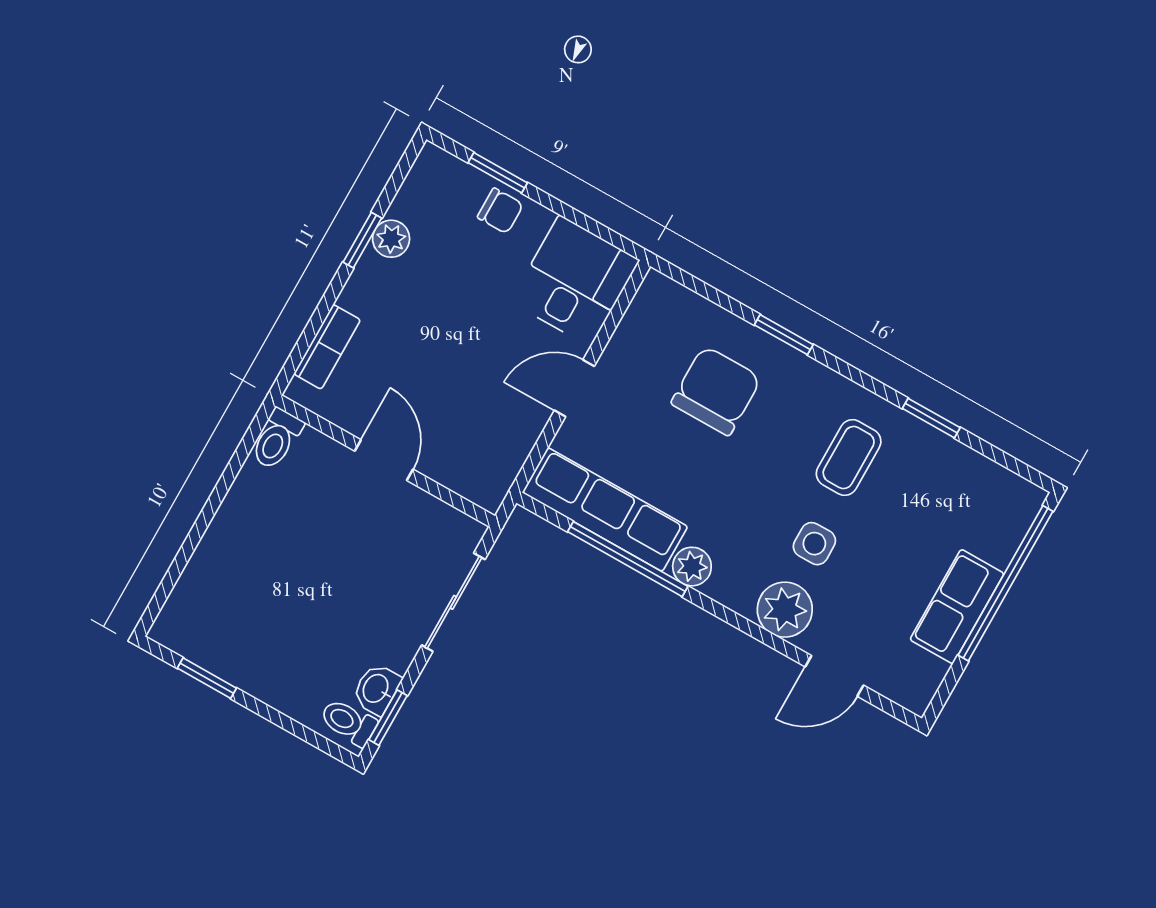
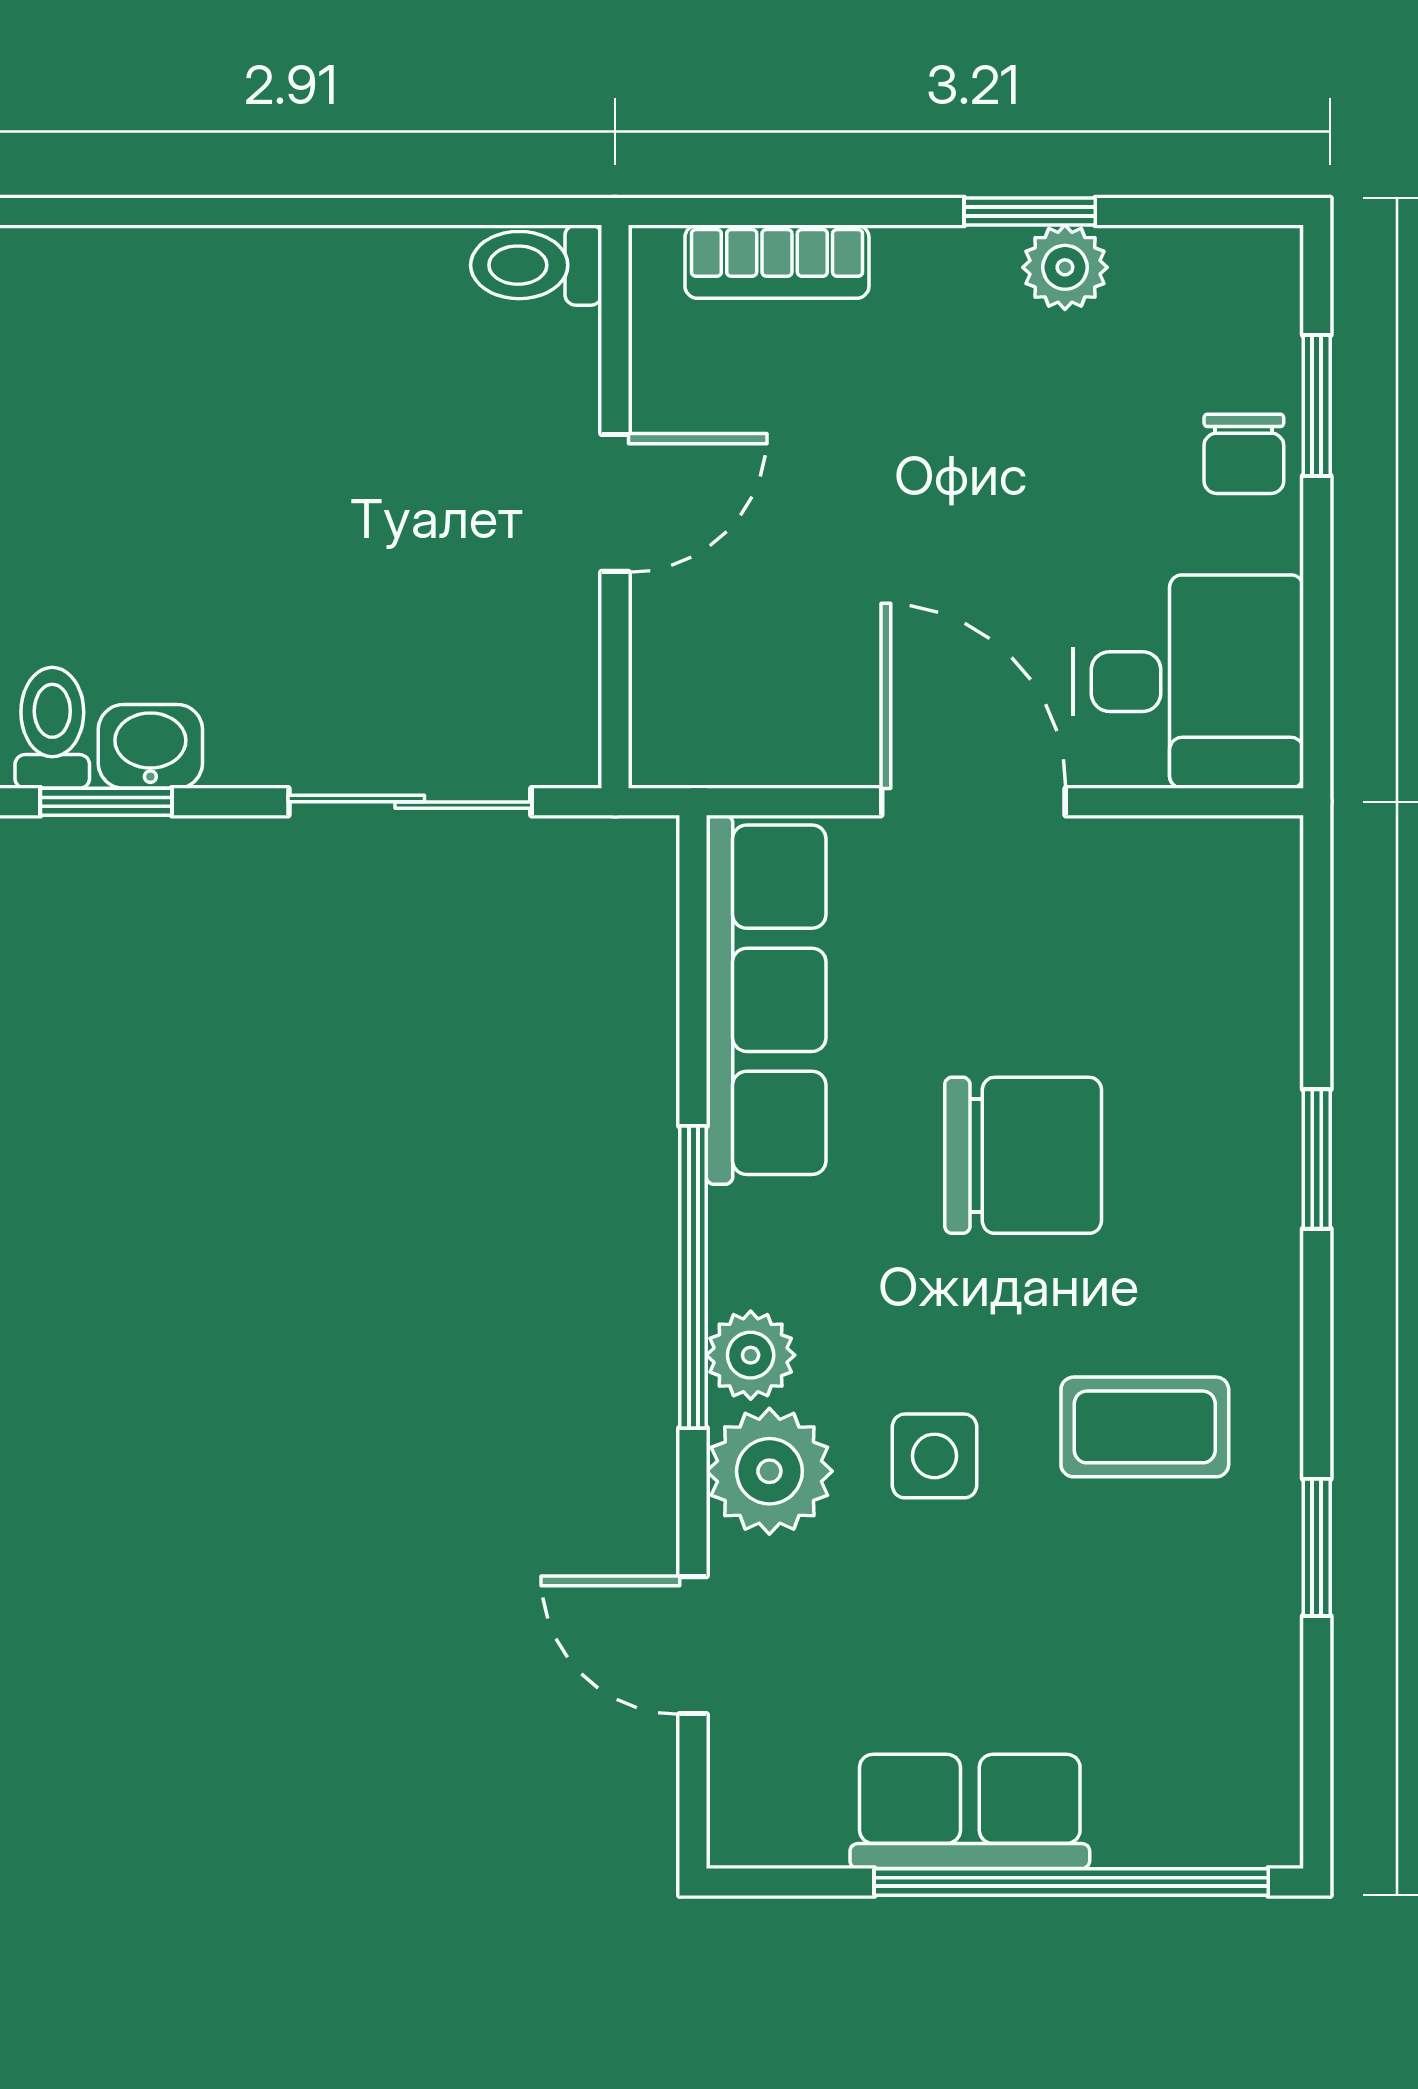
door: (574, 388) -> (973, 802), width x1.38
chair: (716, 391) -> (1023, 1155), moved
window: (628, 559) -> (693, 1277), moved
plant: (692, 567) -> (751, 1355), moved

